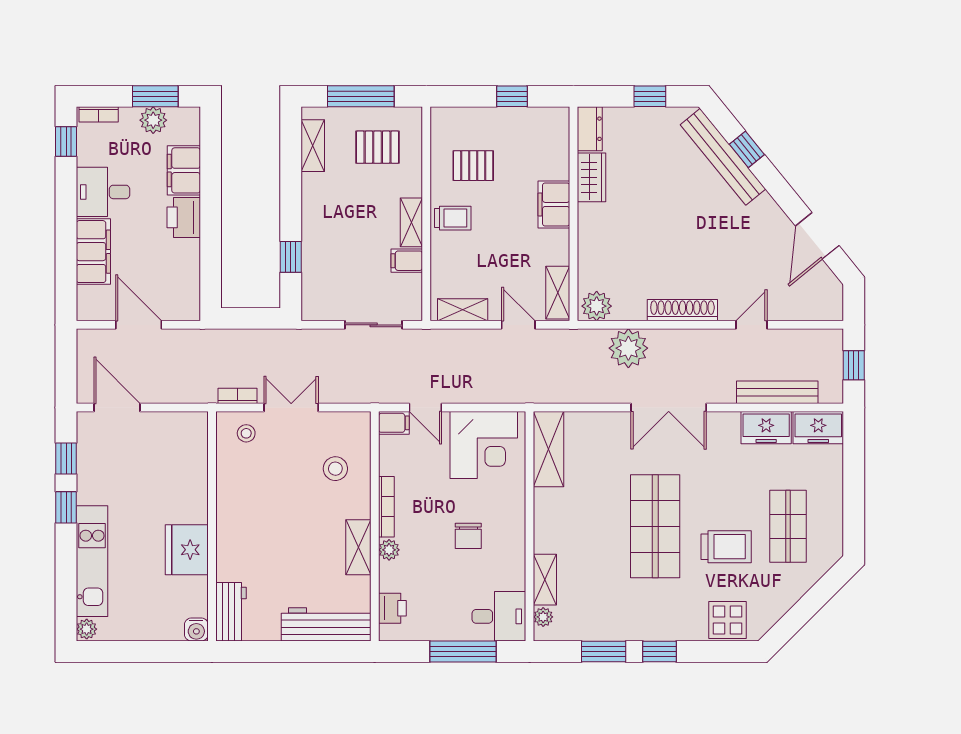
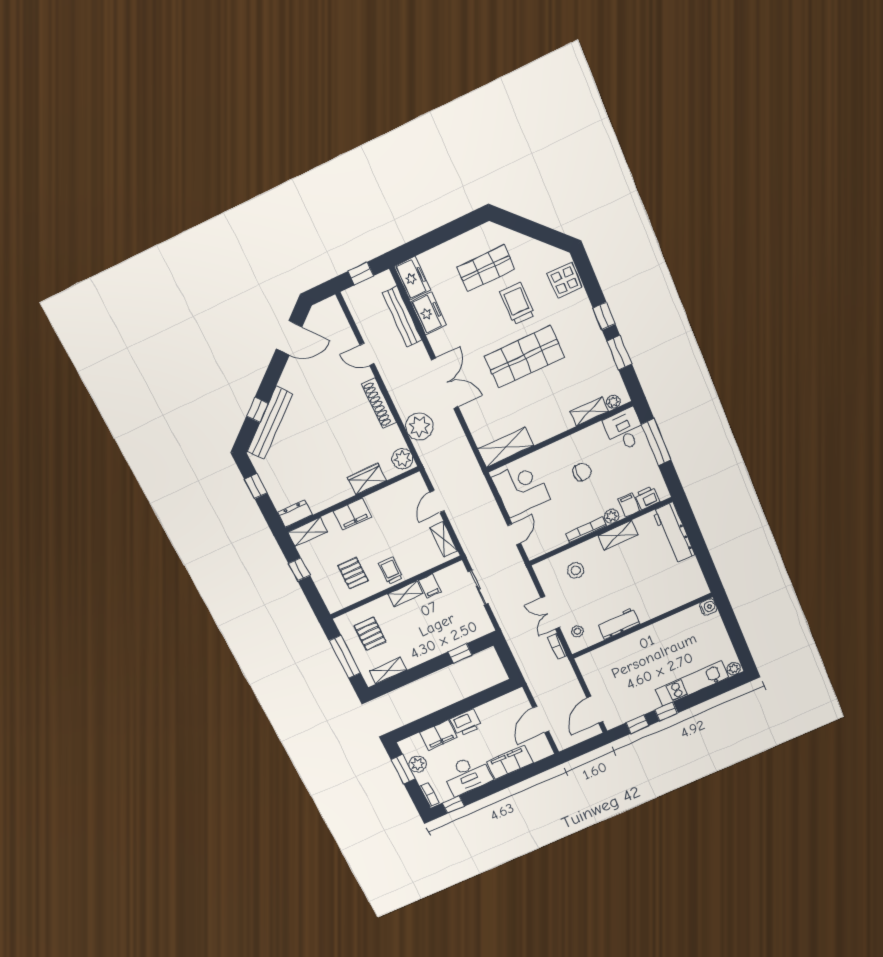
wardrobe: (592, 177) -> (367, 479), moved
desk: (103, 192) -> (467, 775), width x1.37
shelving: (558, 293) -> (308, 532), moved
filing cabinet: (394, 423) -> (629, 505), moved
fridge: (187, 550) -> (662, 634), removed
workbench: (231, 612) -> (618, 623), moved

